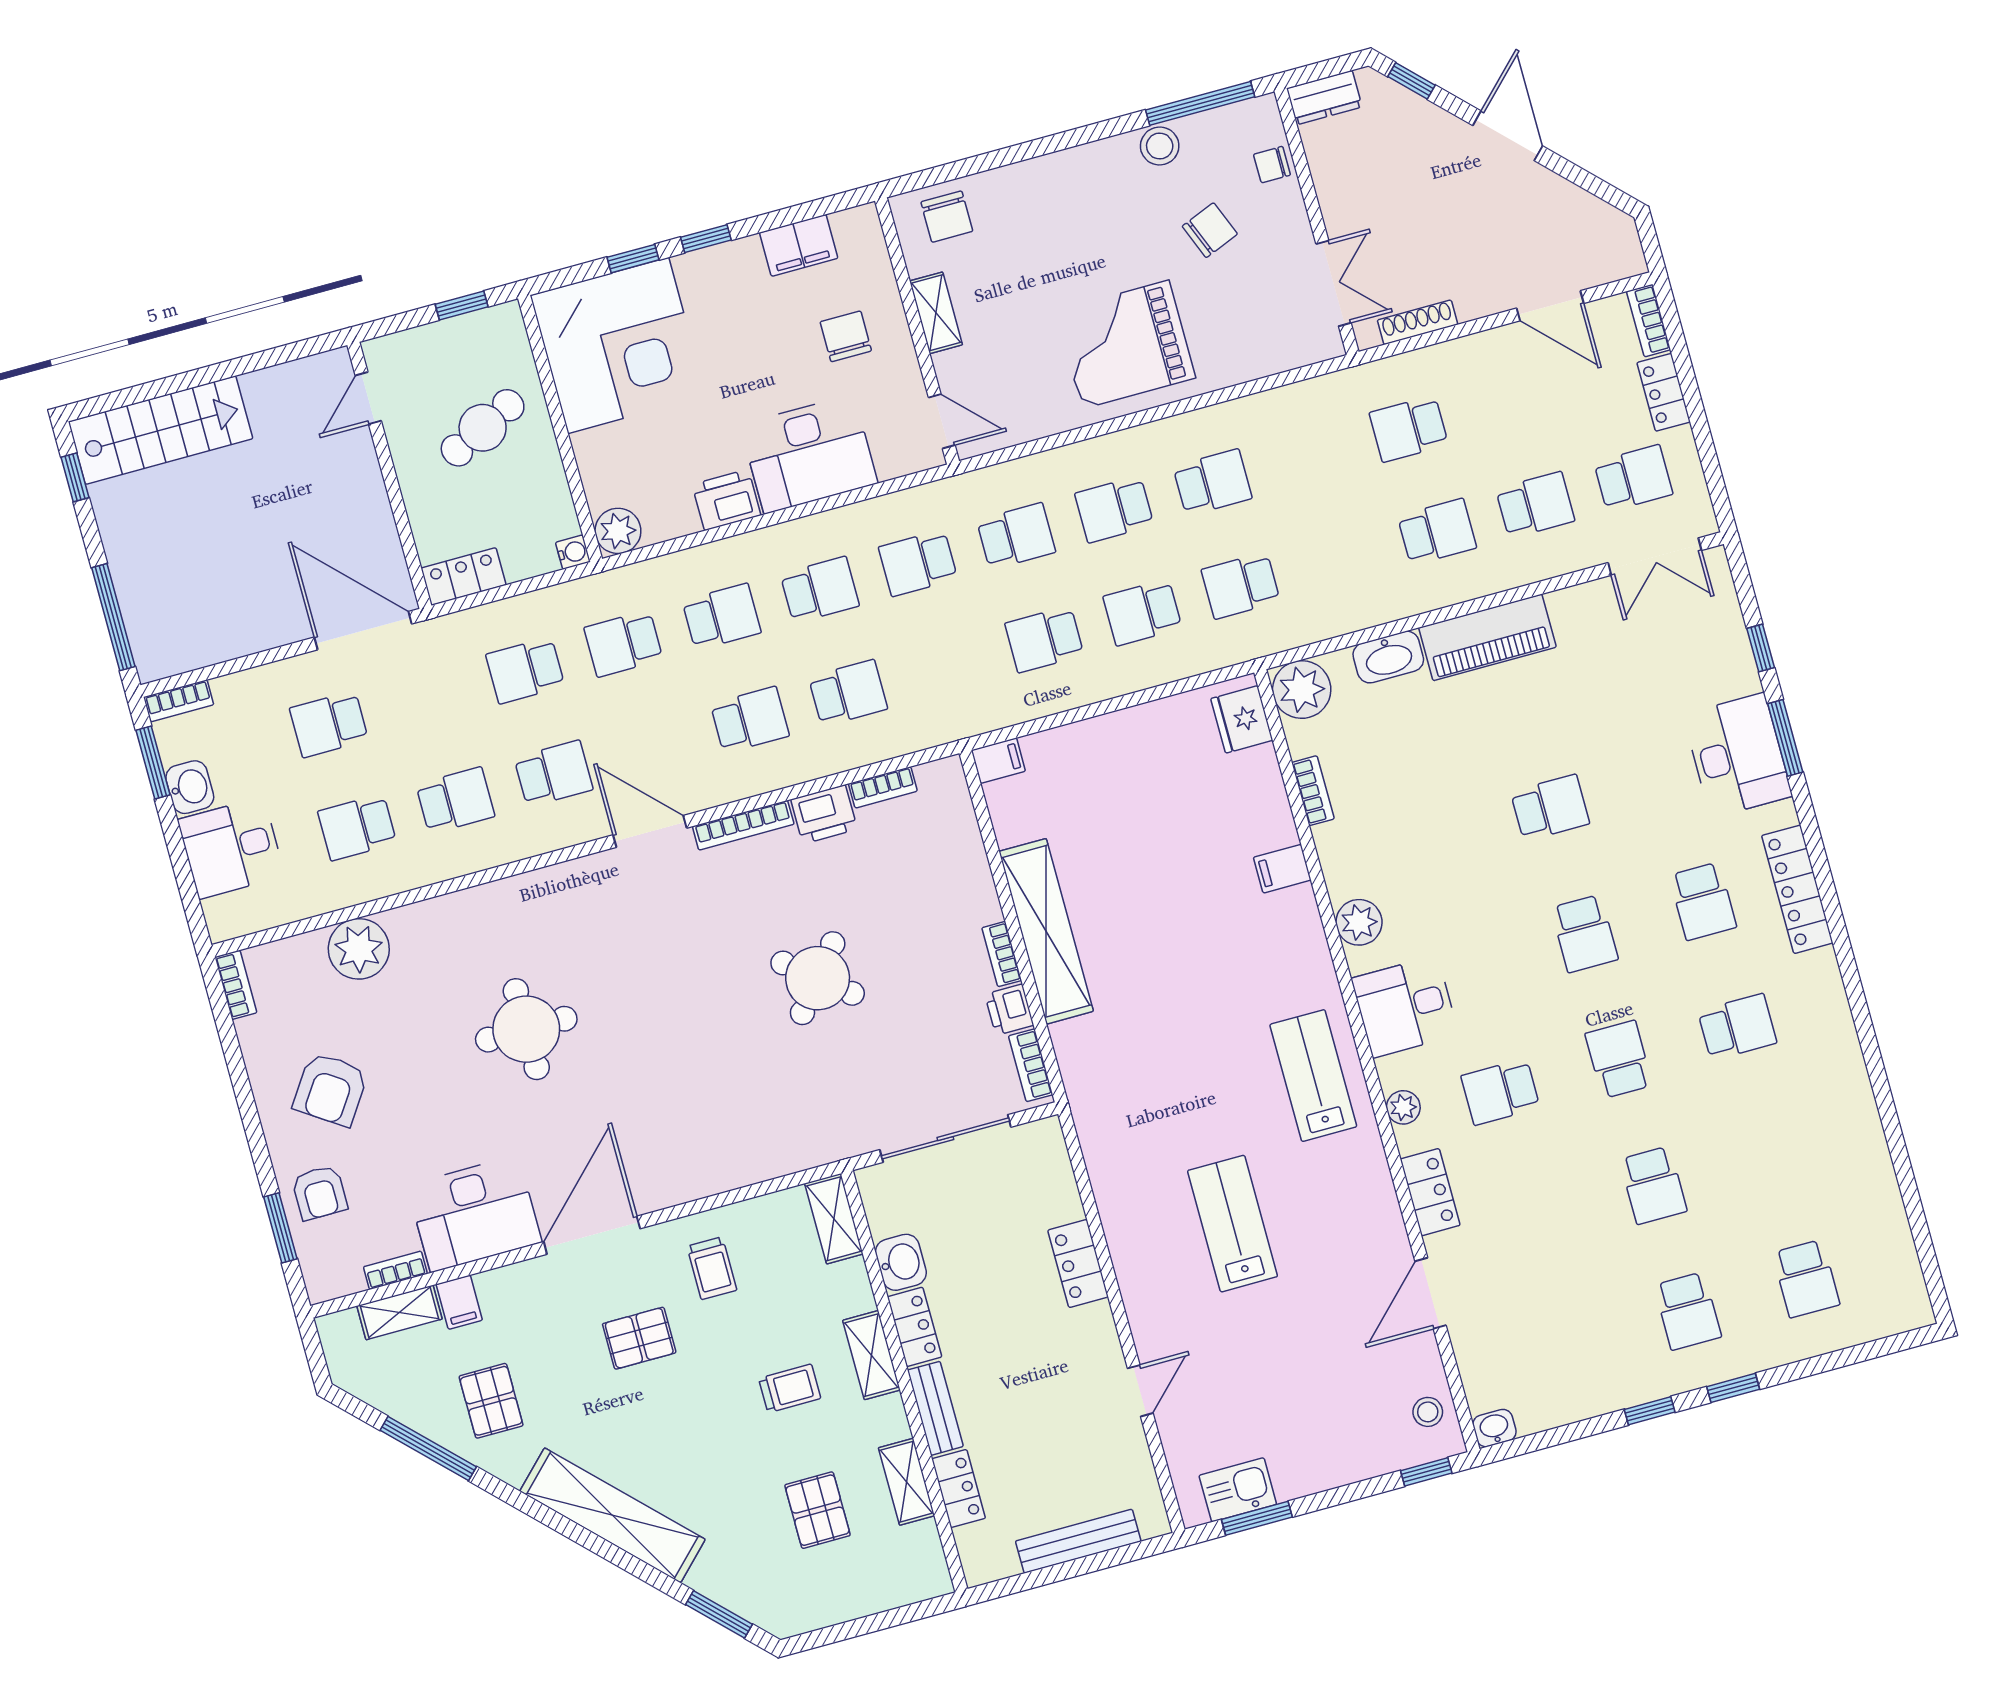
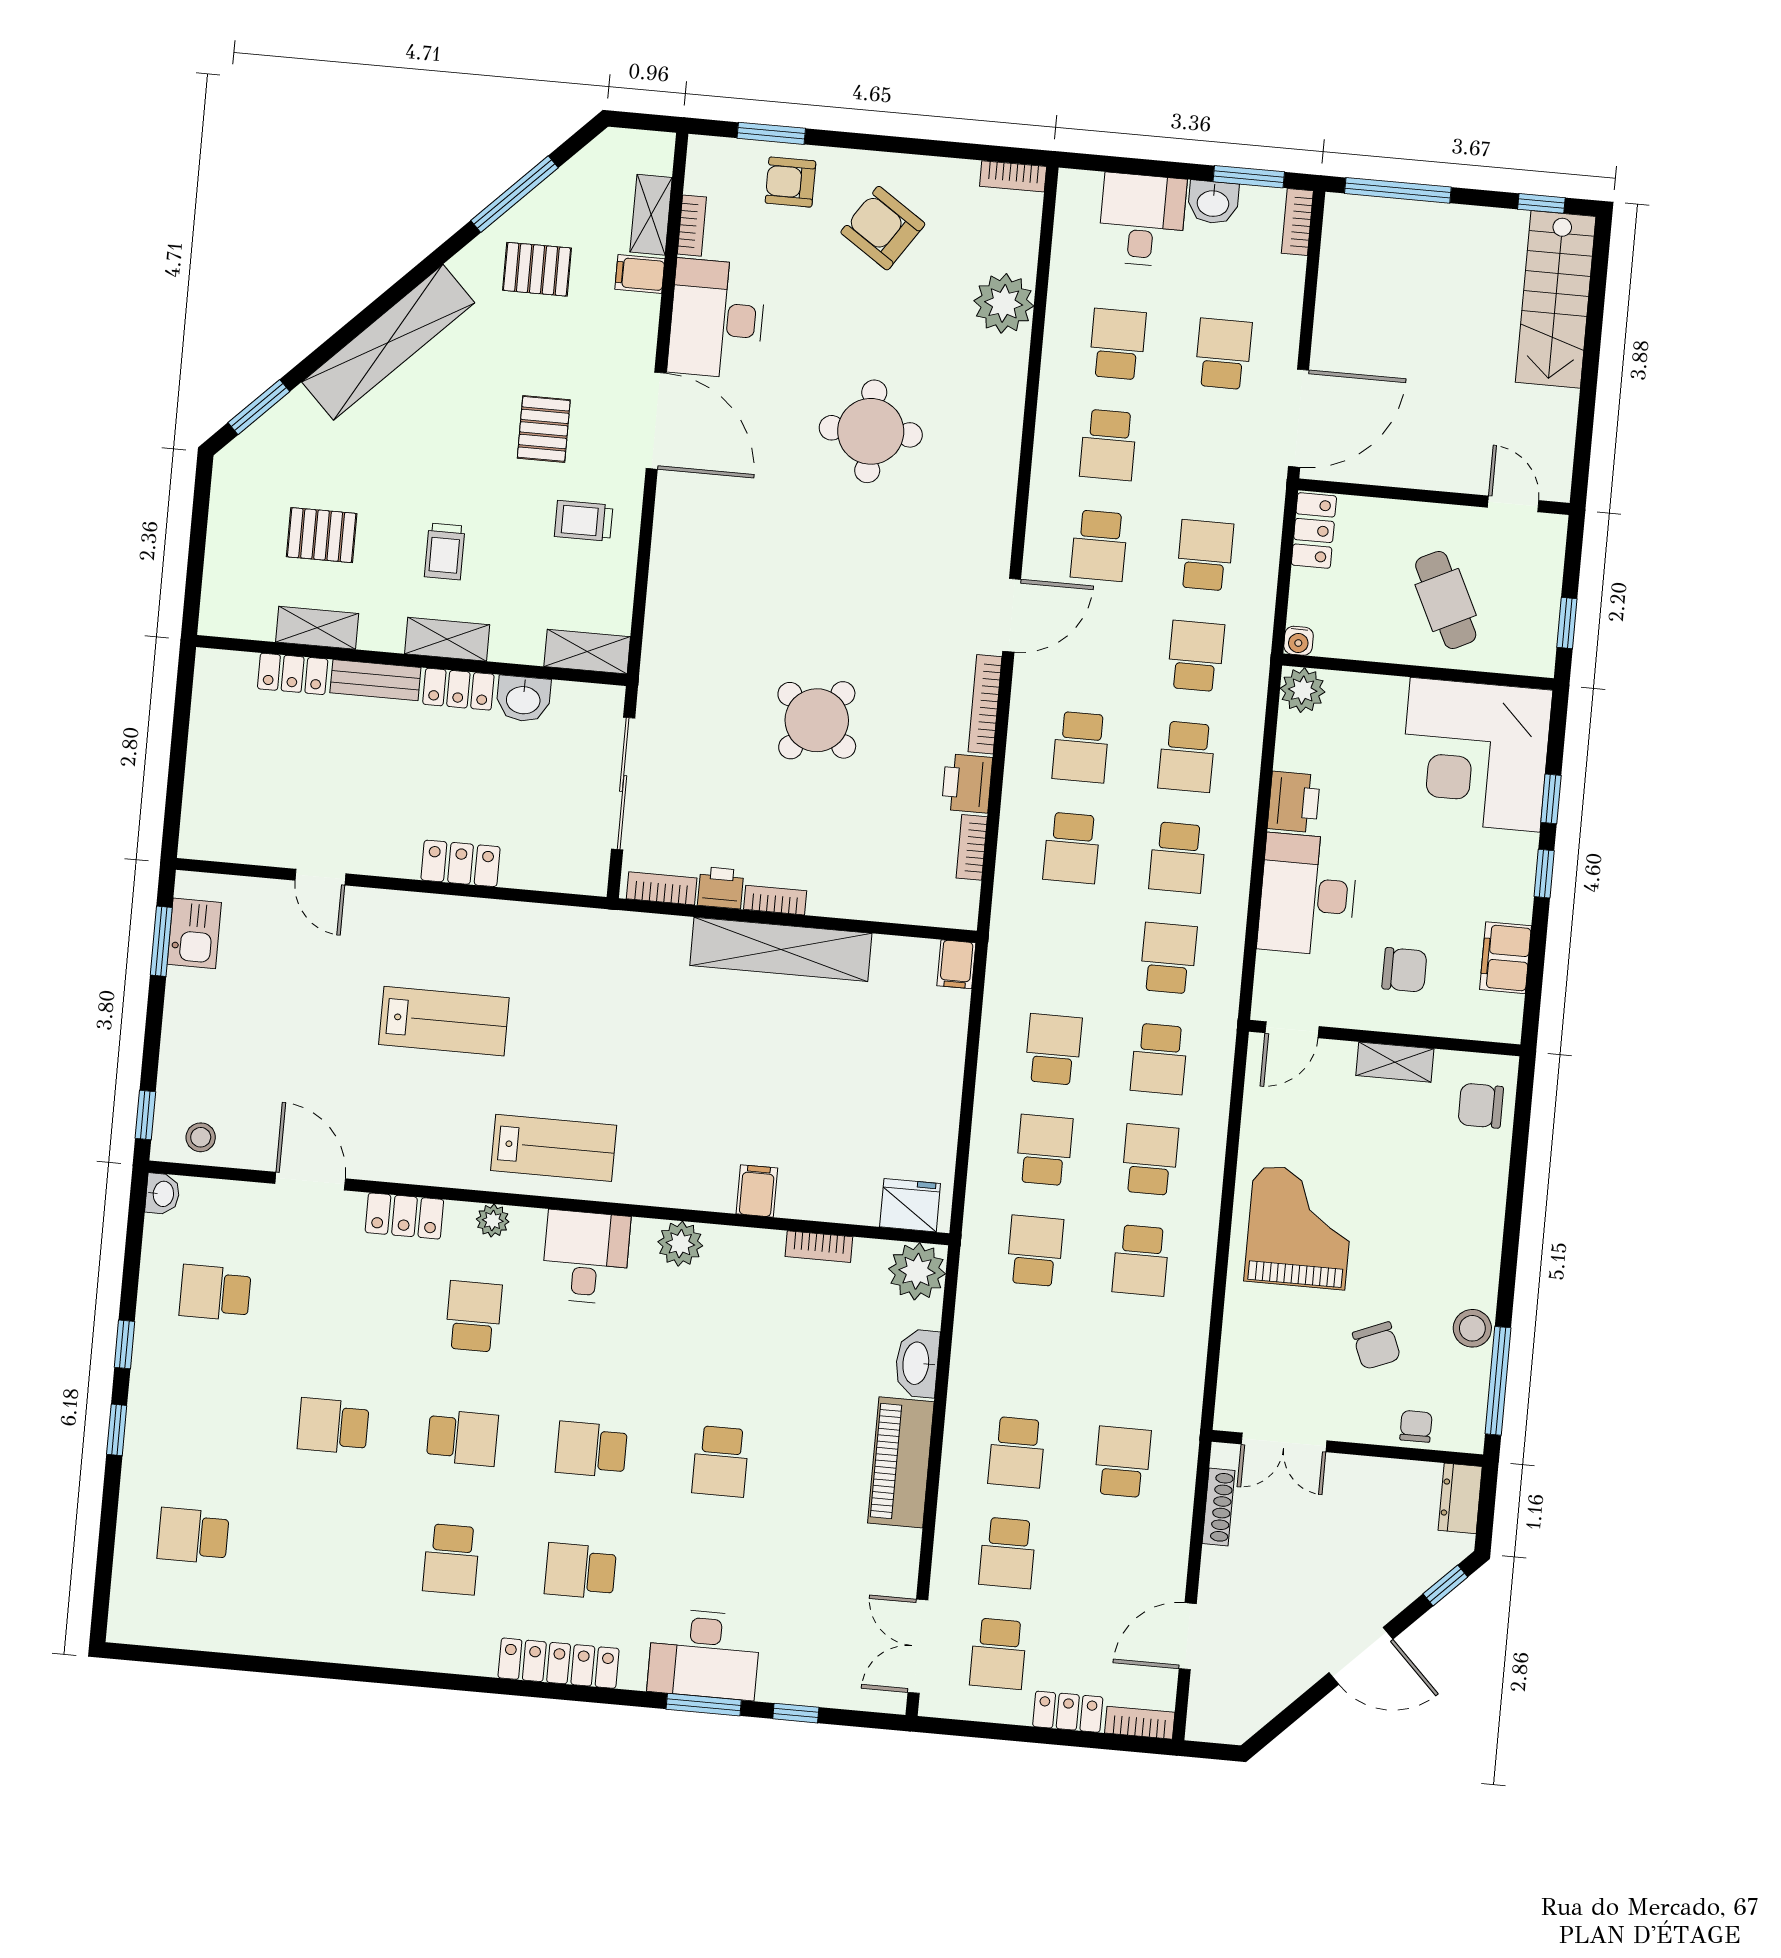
school desk: (1688, 1311) -> (215, 1293), moved
bench: (1078, 1541) -> (202, 767), removed

